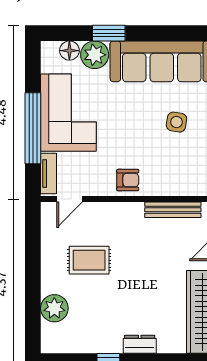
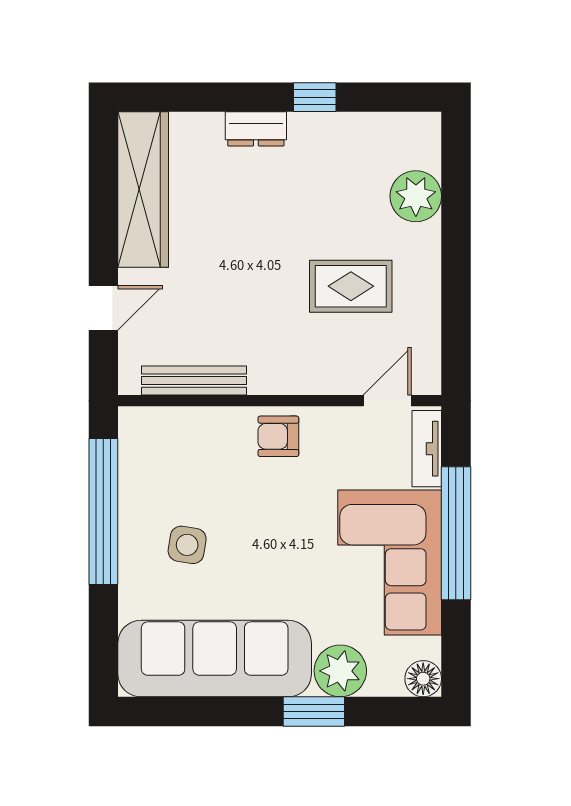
floor lamp: (69, 51) -> (423, 679), moved

